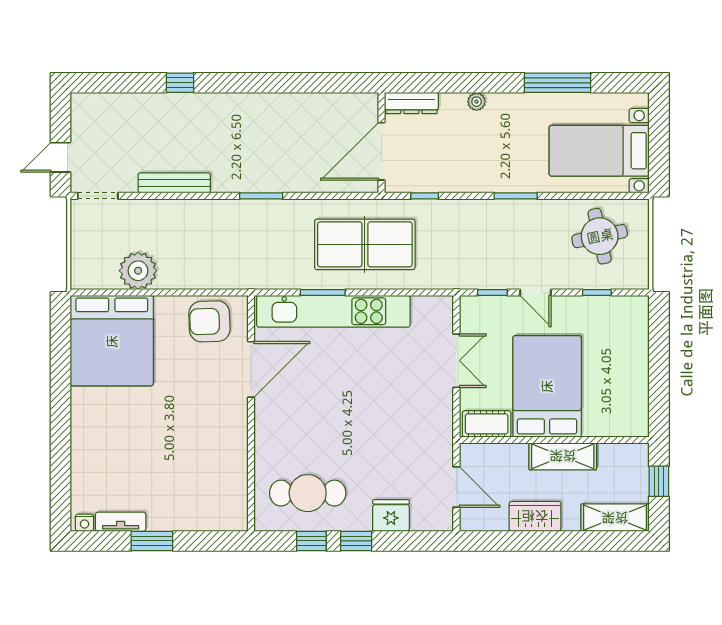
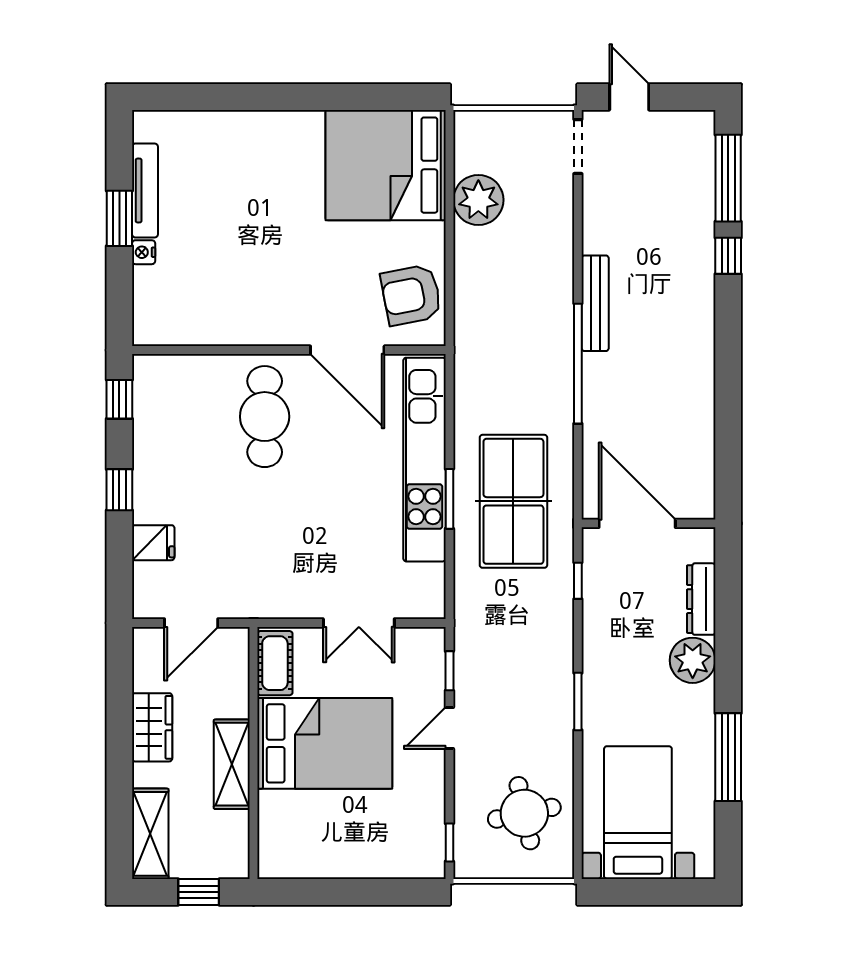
window: (122, 83) -> (728, 178), added
plant: (477, 102) -> (693, 660), width x1.87, depth x1.87
dresser: (411, 103) -> (701, 599), moved
bench: (174, 183) -> (595, 303), moved
window: (261, 196) -> (578, 364), width x2.11
window: (323, 293) -> (449, 499), moved
window: (597, 293) -> (449, 842), moved
armchair: (209, 321) -> (411, 295), turned -99
cafe table: (308, 493) -> (265, 417), moved
fridge: (391, 515) -> (153, 543), width x0.72
tv unit: (121, 522) -> (145, 191), width x1.41
nightstand: (84, 523) -> (144, 252), moved
window: (311, 541) -> (119, 399), moved

